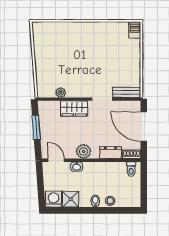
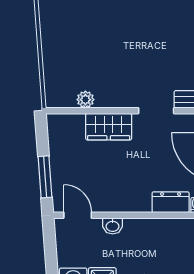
window: (36, 127) -> (45, 177), moved
plant: (84, 151) -> (125, 200), removed

